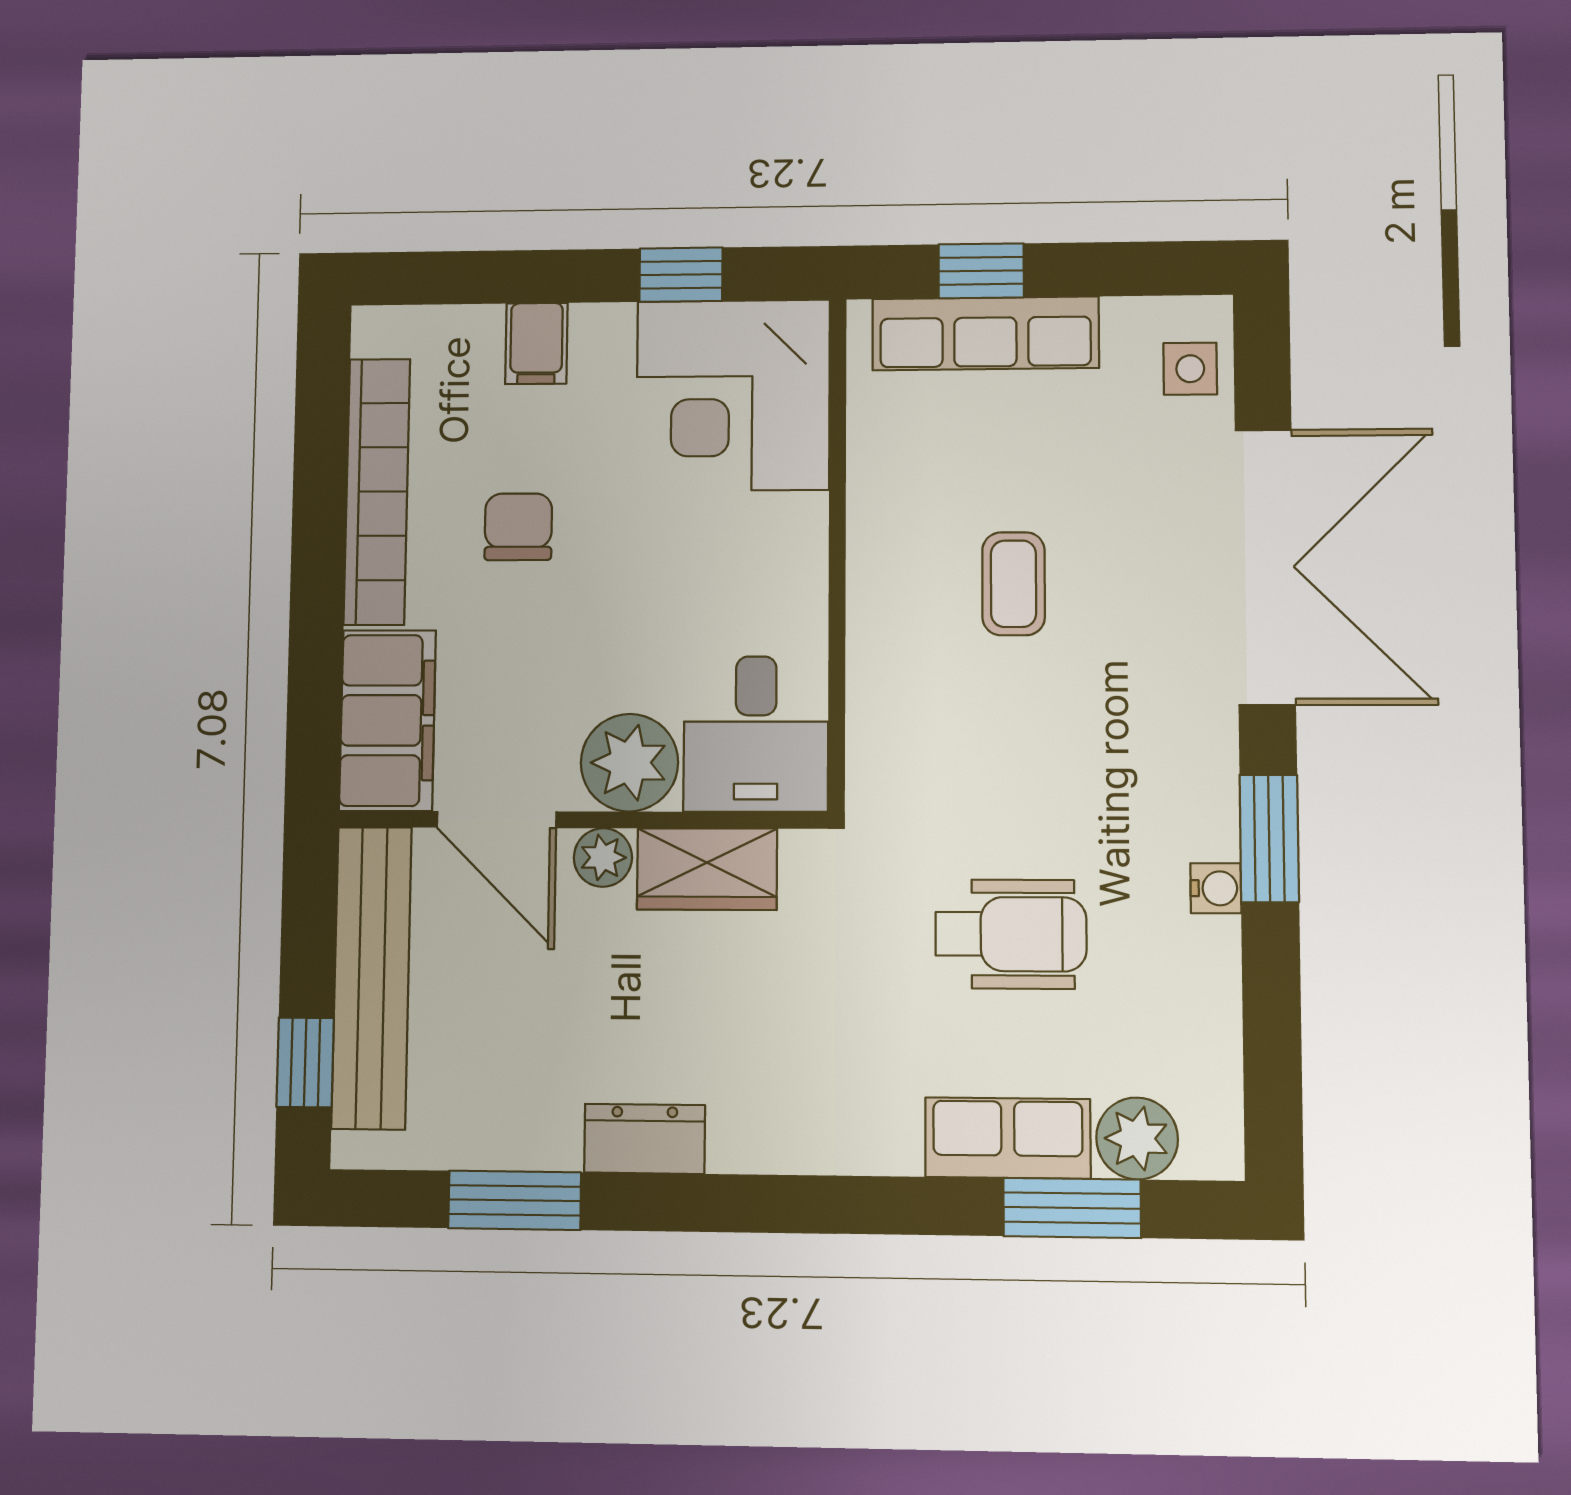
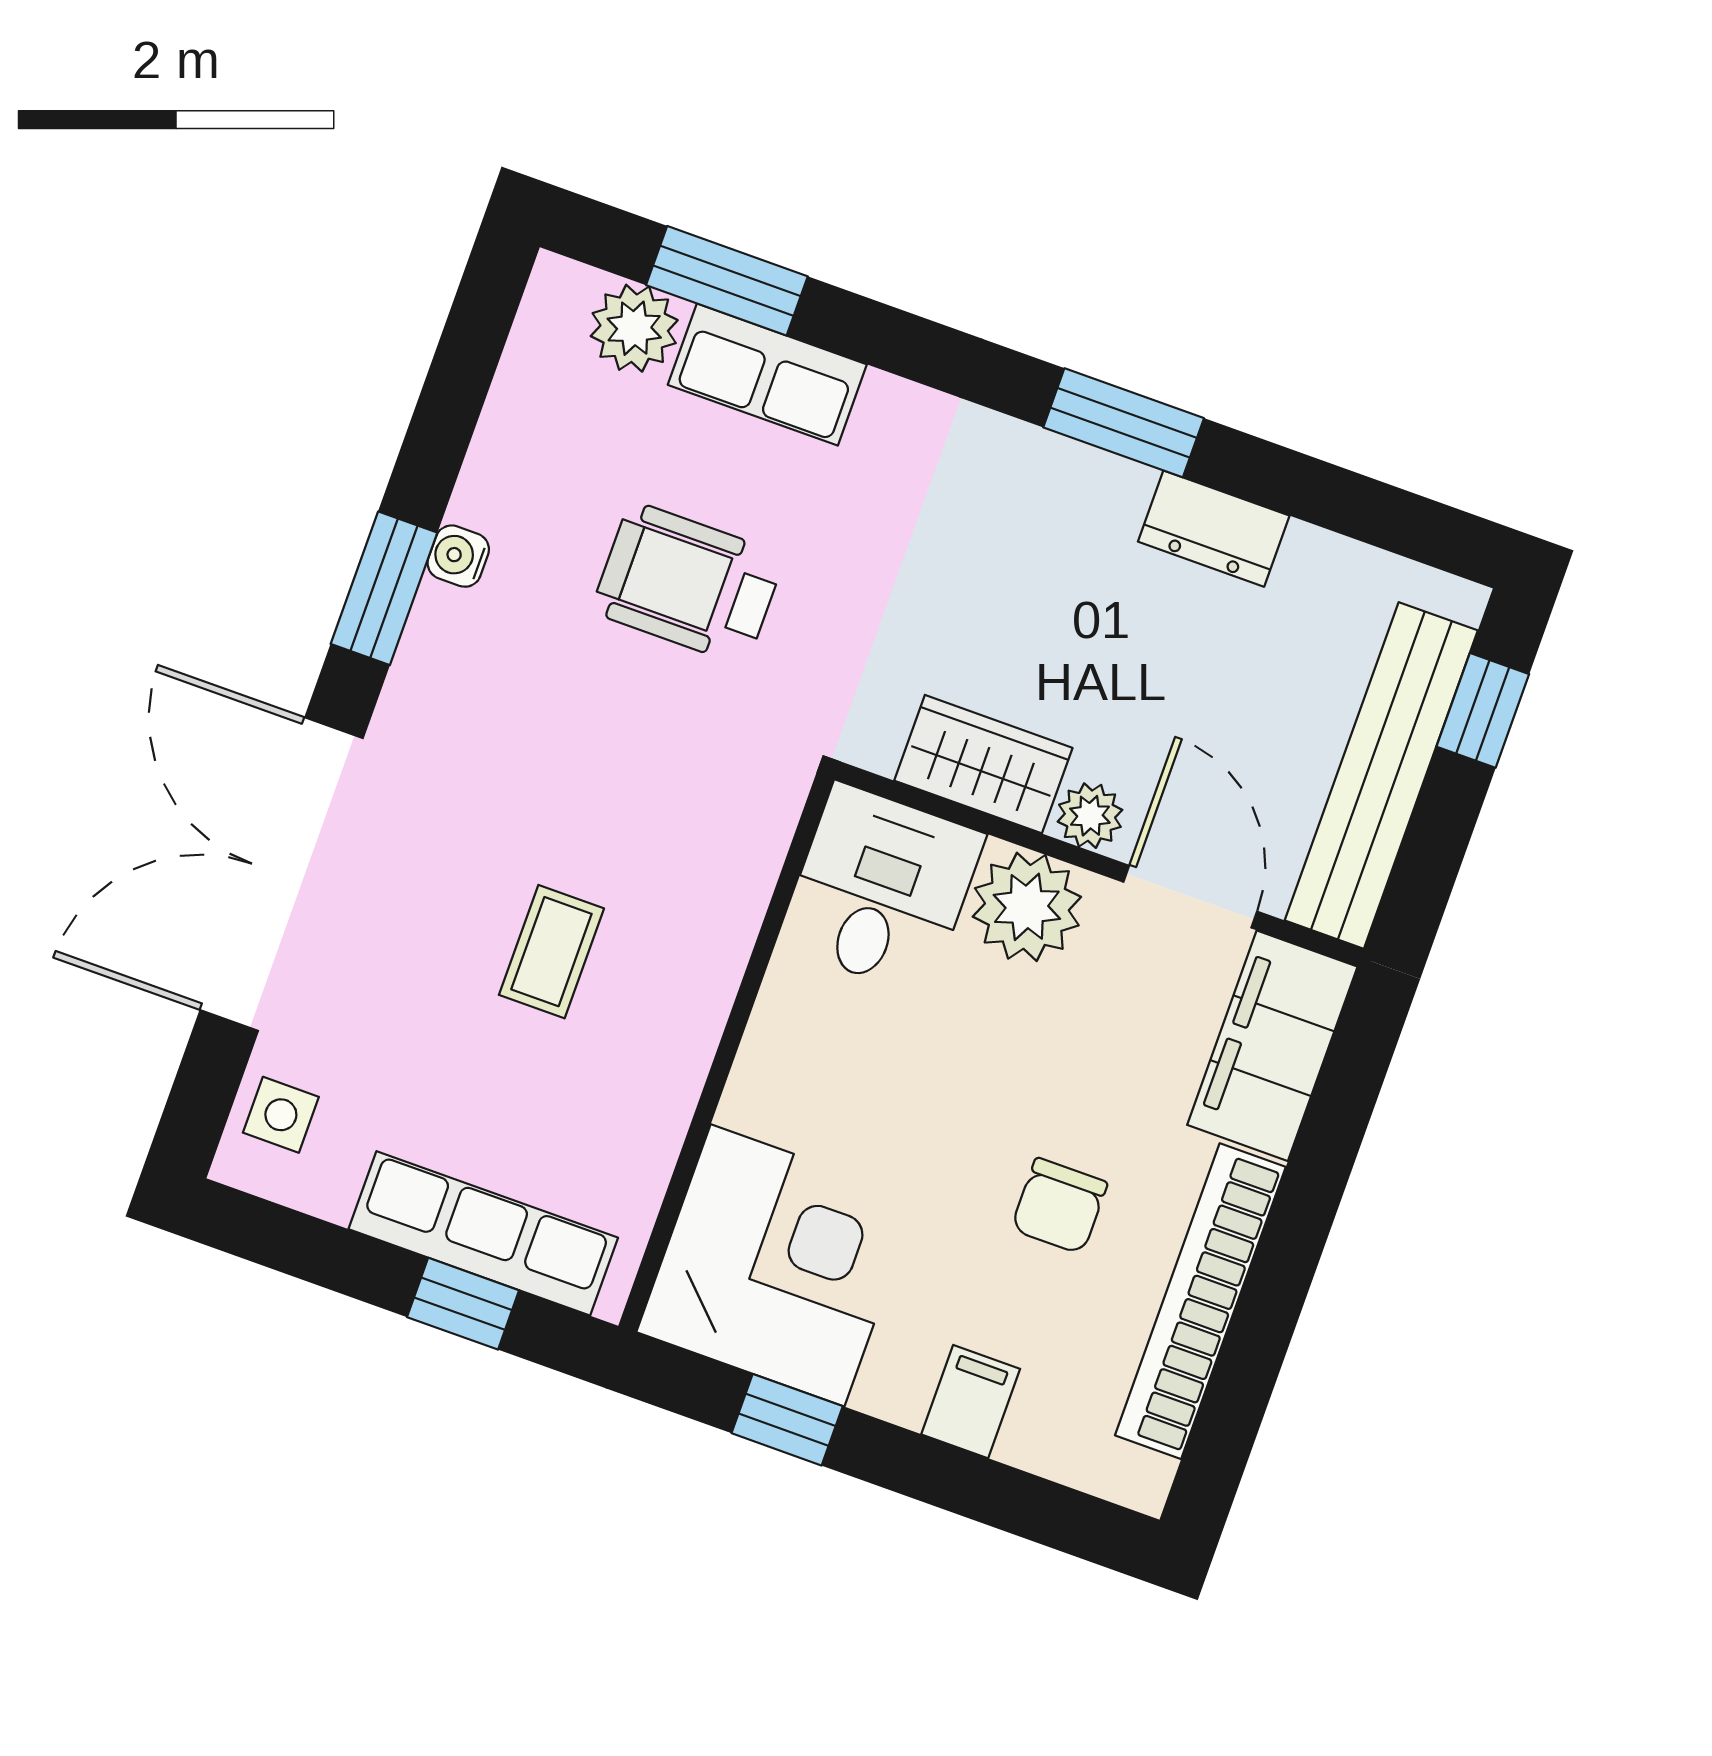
dresser: (645, 1139) -> (1214, 529), moved
window: (515, 1200) -> (1124, 423), moved

